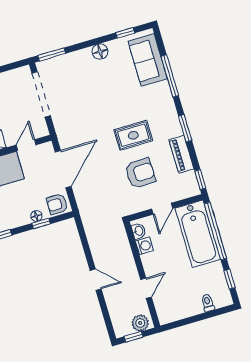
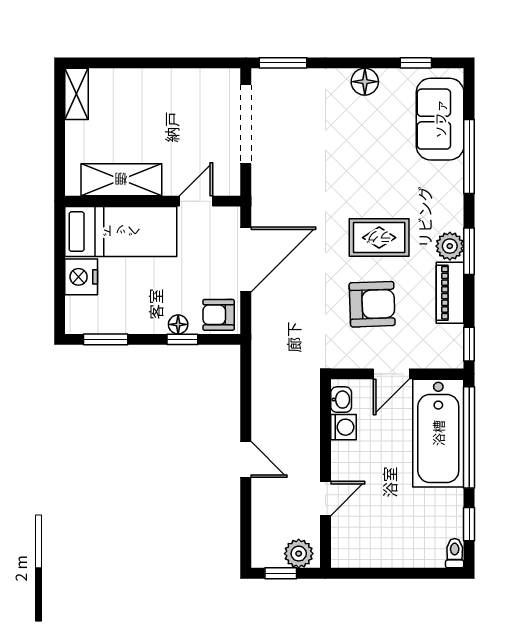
plant: (174, 129) -> (450, 246), added
toilet: (208, 303) -> (455, 553), moved

